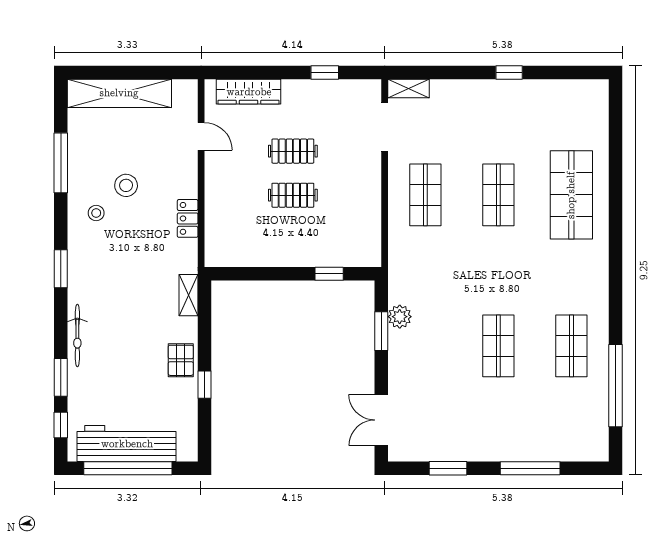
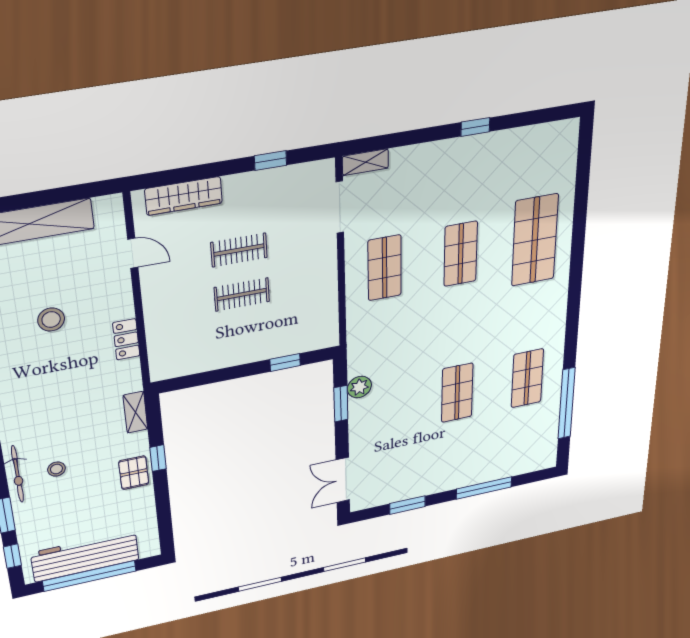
stool: (96, 213) -> (56, 469), moved
window: (204, 385) -> (158, 458), moved

